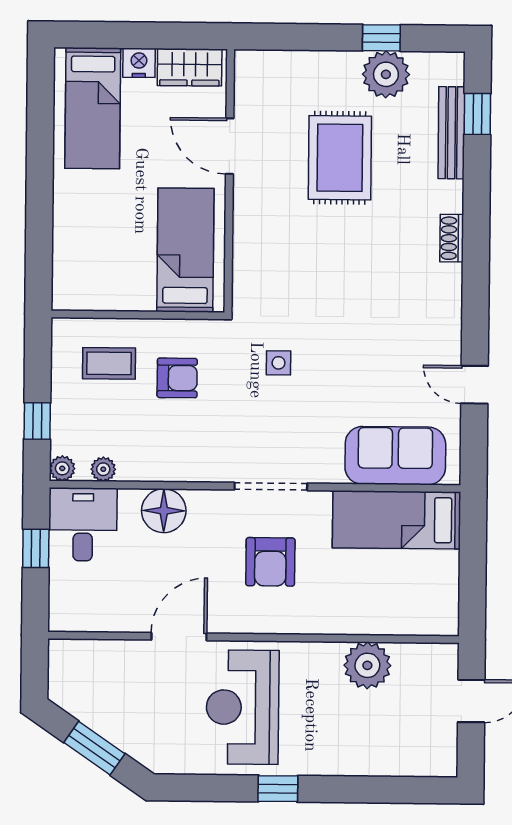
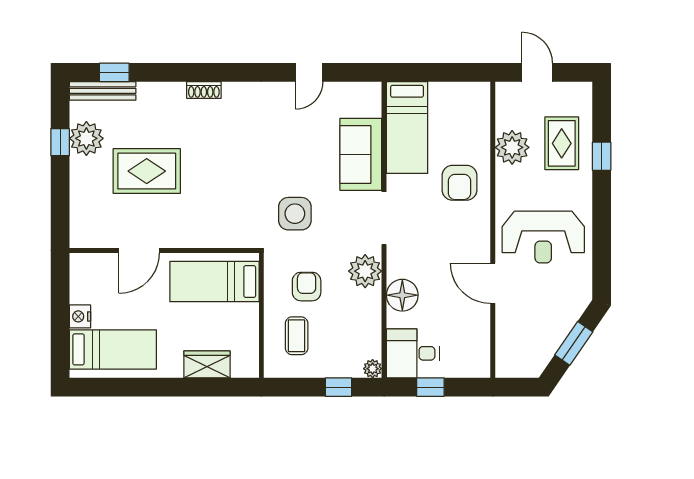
wardrobe: (190, 67) -> (207, 364), moved, turned -90
bench: (451, 133) -> (103, 91), moved
side table: (278, 363) -> (295, 214), width x1.87, depth x1.87
sofa: (395, 456) -> (361, 154), moved
plant: (103, 469) -> (365, 271), moved, width x1.87, depth x1.87
armchair: (270, 562) -> (459, 183), moved, turned 90
rug: (372, 734) -> (562, 143), added
window: (278, 789) -> (602, 156), moved

